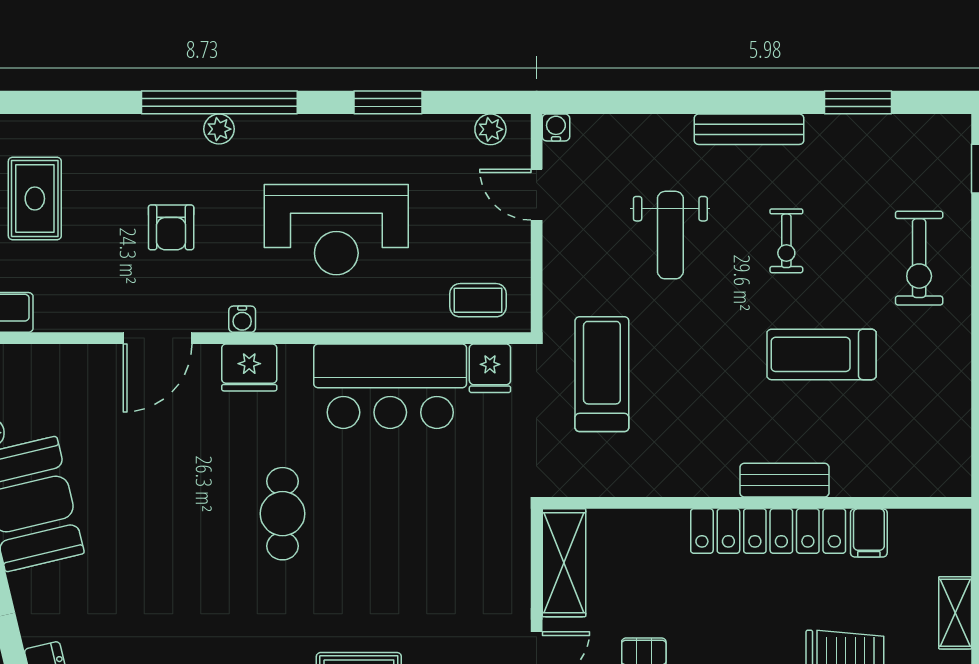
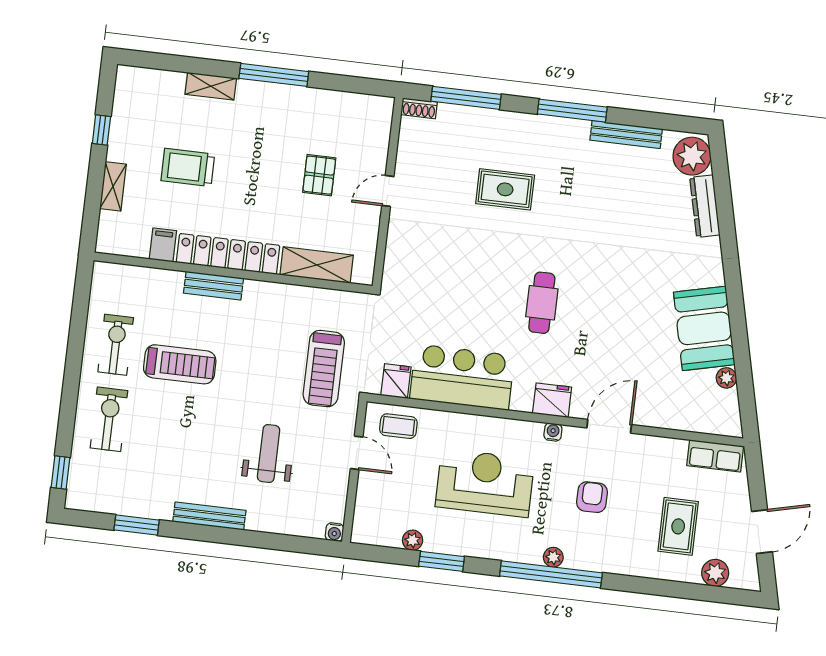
plant: (490, 129) -> (413, 540), moved
door: (537, 195) -> (357, 453), moved
exercise bike: (786, 241) -> (116, 345), moved, width x1.38, depth x1.39
shelving: (564, 563) -> (317, 265), moved, turned 90

